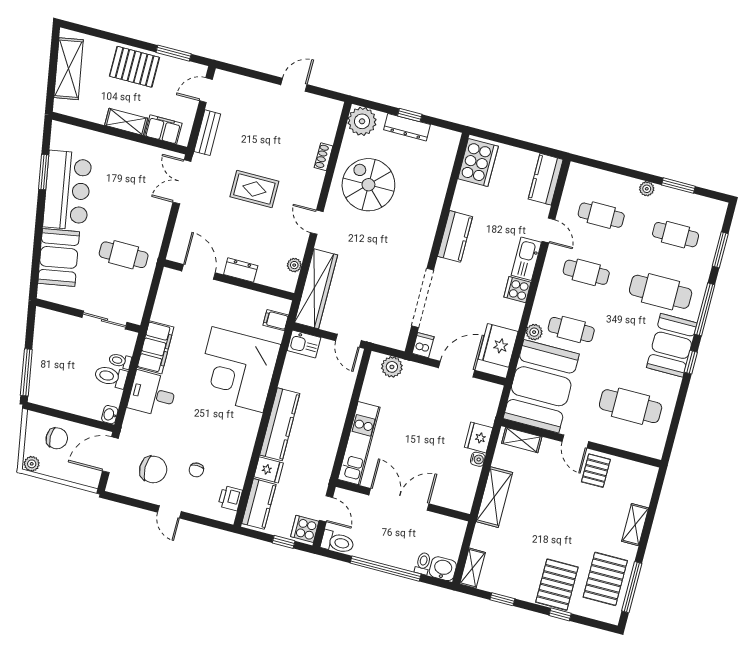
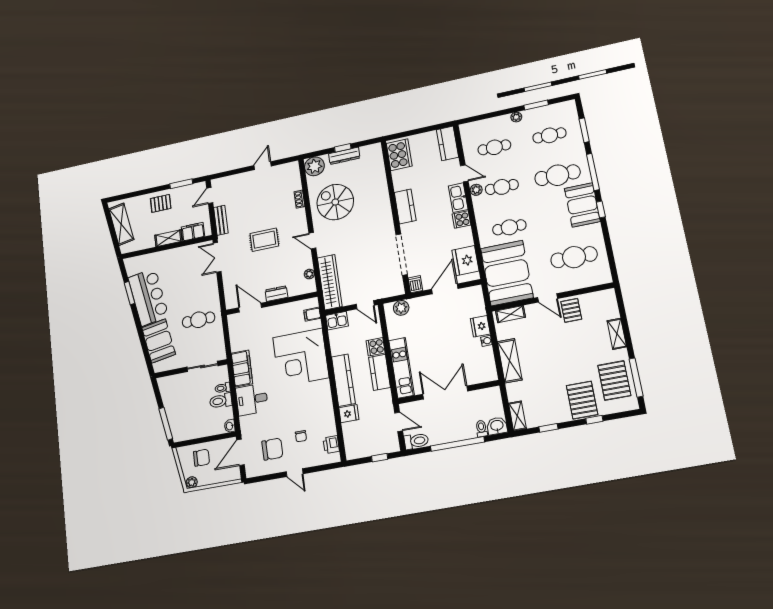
pallet: (134, 67) -> (161, 203), width x0.67, depth x0.71
plant: (534, 332) -> (476, 190), moved
kitchen counter: (259, 504) -> (379, 372), moved, turned 180
cooker: (305, 529) -> (376, 347), moved

